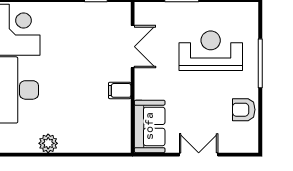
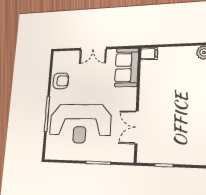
reception desk: (211, 51) -> (80, 123), width x1.36, depth x1.30
filing cabinet: (120, 90) -> (149, 54), moved

